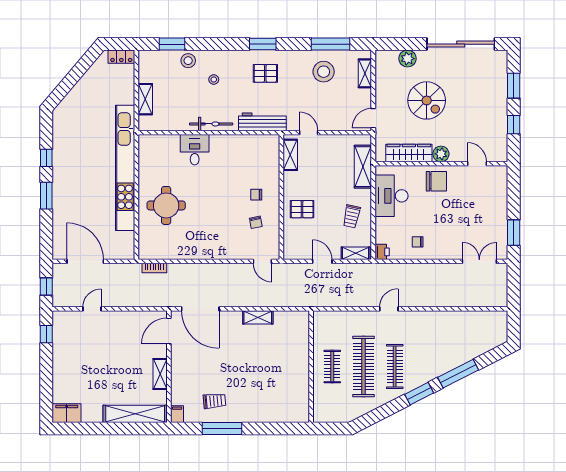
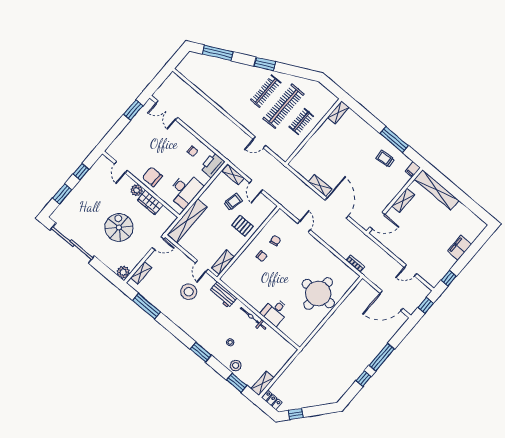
window: (263, 44) -> (201, 352), moved
plant: (408, 59) -> (123, 272), moved
window: (85, 63) -> (296, 414), added
stool: (324, 72) -> (189, 292), moved
pallet: (265, 73) -> (198, 321), removed
shelving: (145, 99) -> (263, 383), moved
workbench: (262, 122) -> (223, 295), width x0.73
wardrobe: (409, 153) -> (150, 202), width x0.67
shelving: (363, 167) -> (187, 221), width x1.47
kitchen unit: (125, 168) -> (323, 335), removed
window: (46, 196) -> (382, 357), width x1.44
round table: (166, 205) -> (318, 294), width x1.36, depth x1.36
trolley: (352, 216) -> (233, 202), moved
printer: (382, 252) -> (212, 165), width x1.87, depth x1.48
door: (85, 261) -> (391, 301), hinge flipped
door: (262, 261) -> (304, 227), moved
door: (200, 309) -> (337, 208), moved
door: (389, 309) -> (259, 142), moved
window: (458, 374) -> (218, 53), moved
shelving: (303, 408) -> (338, 112), added
filing cabinet: (67, 413) -> (459, 248), moved, turned 90

